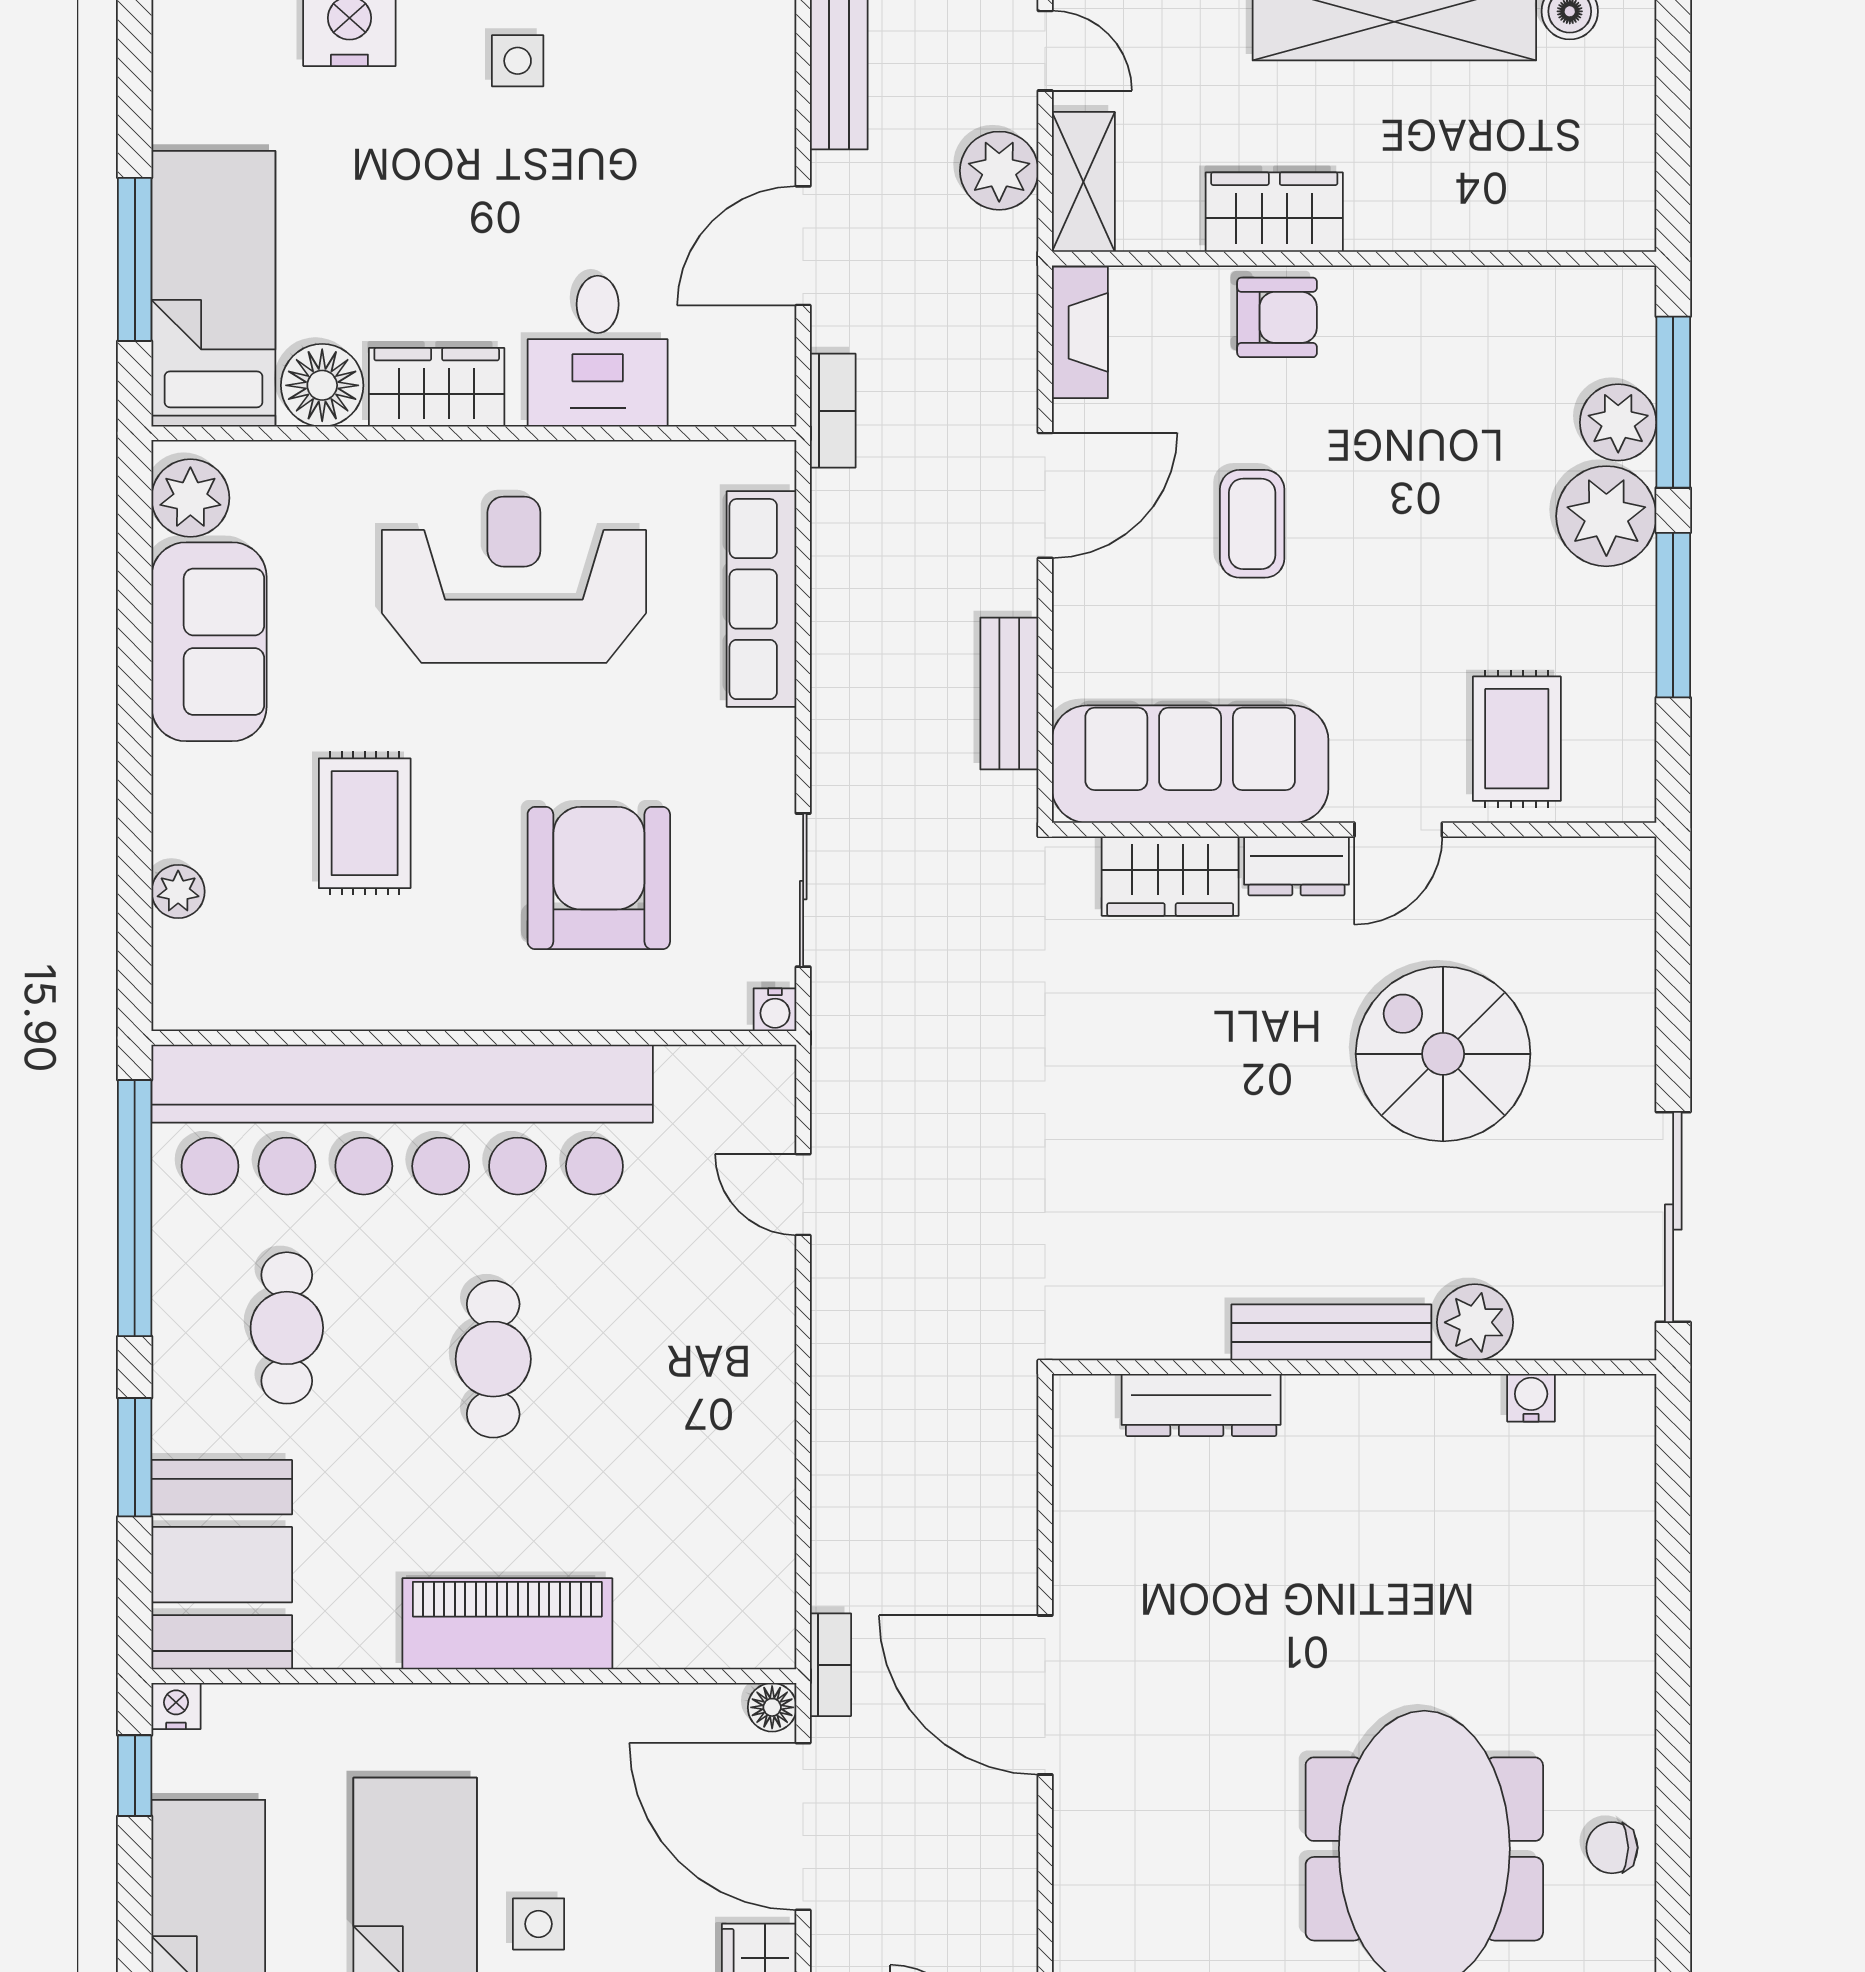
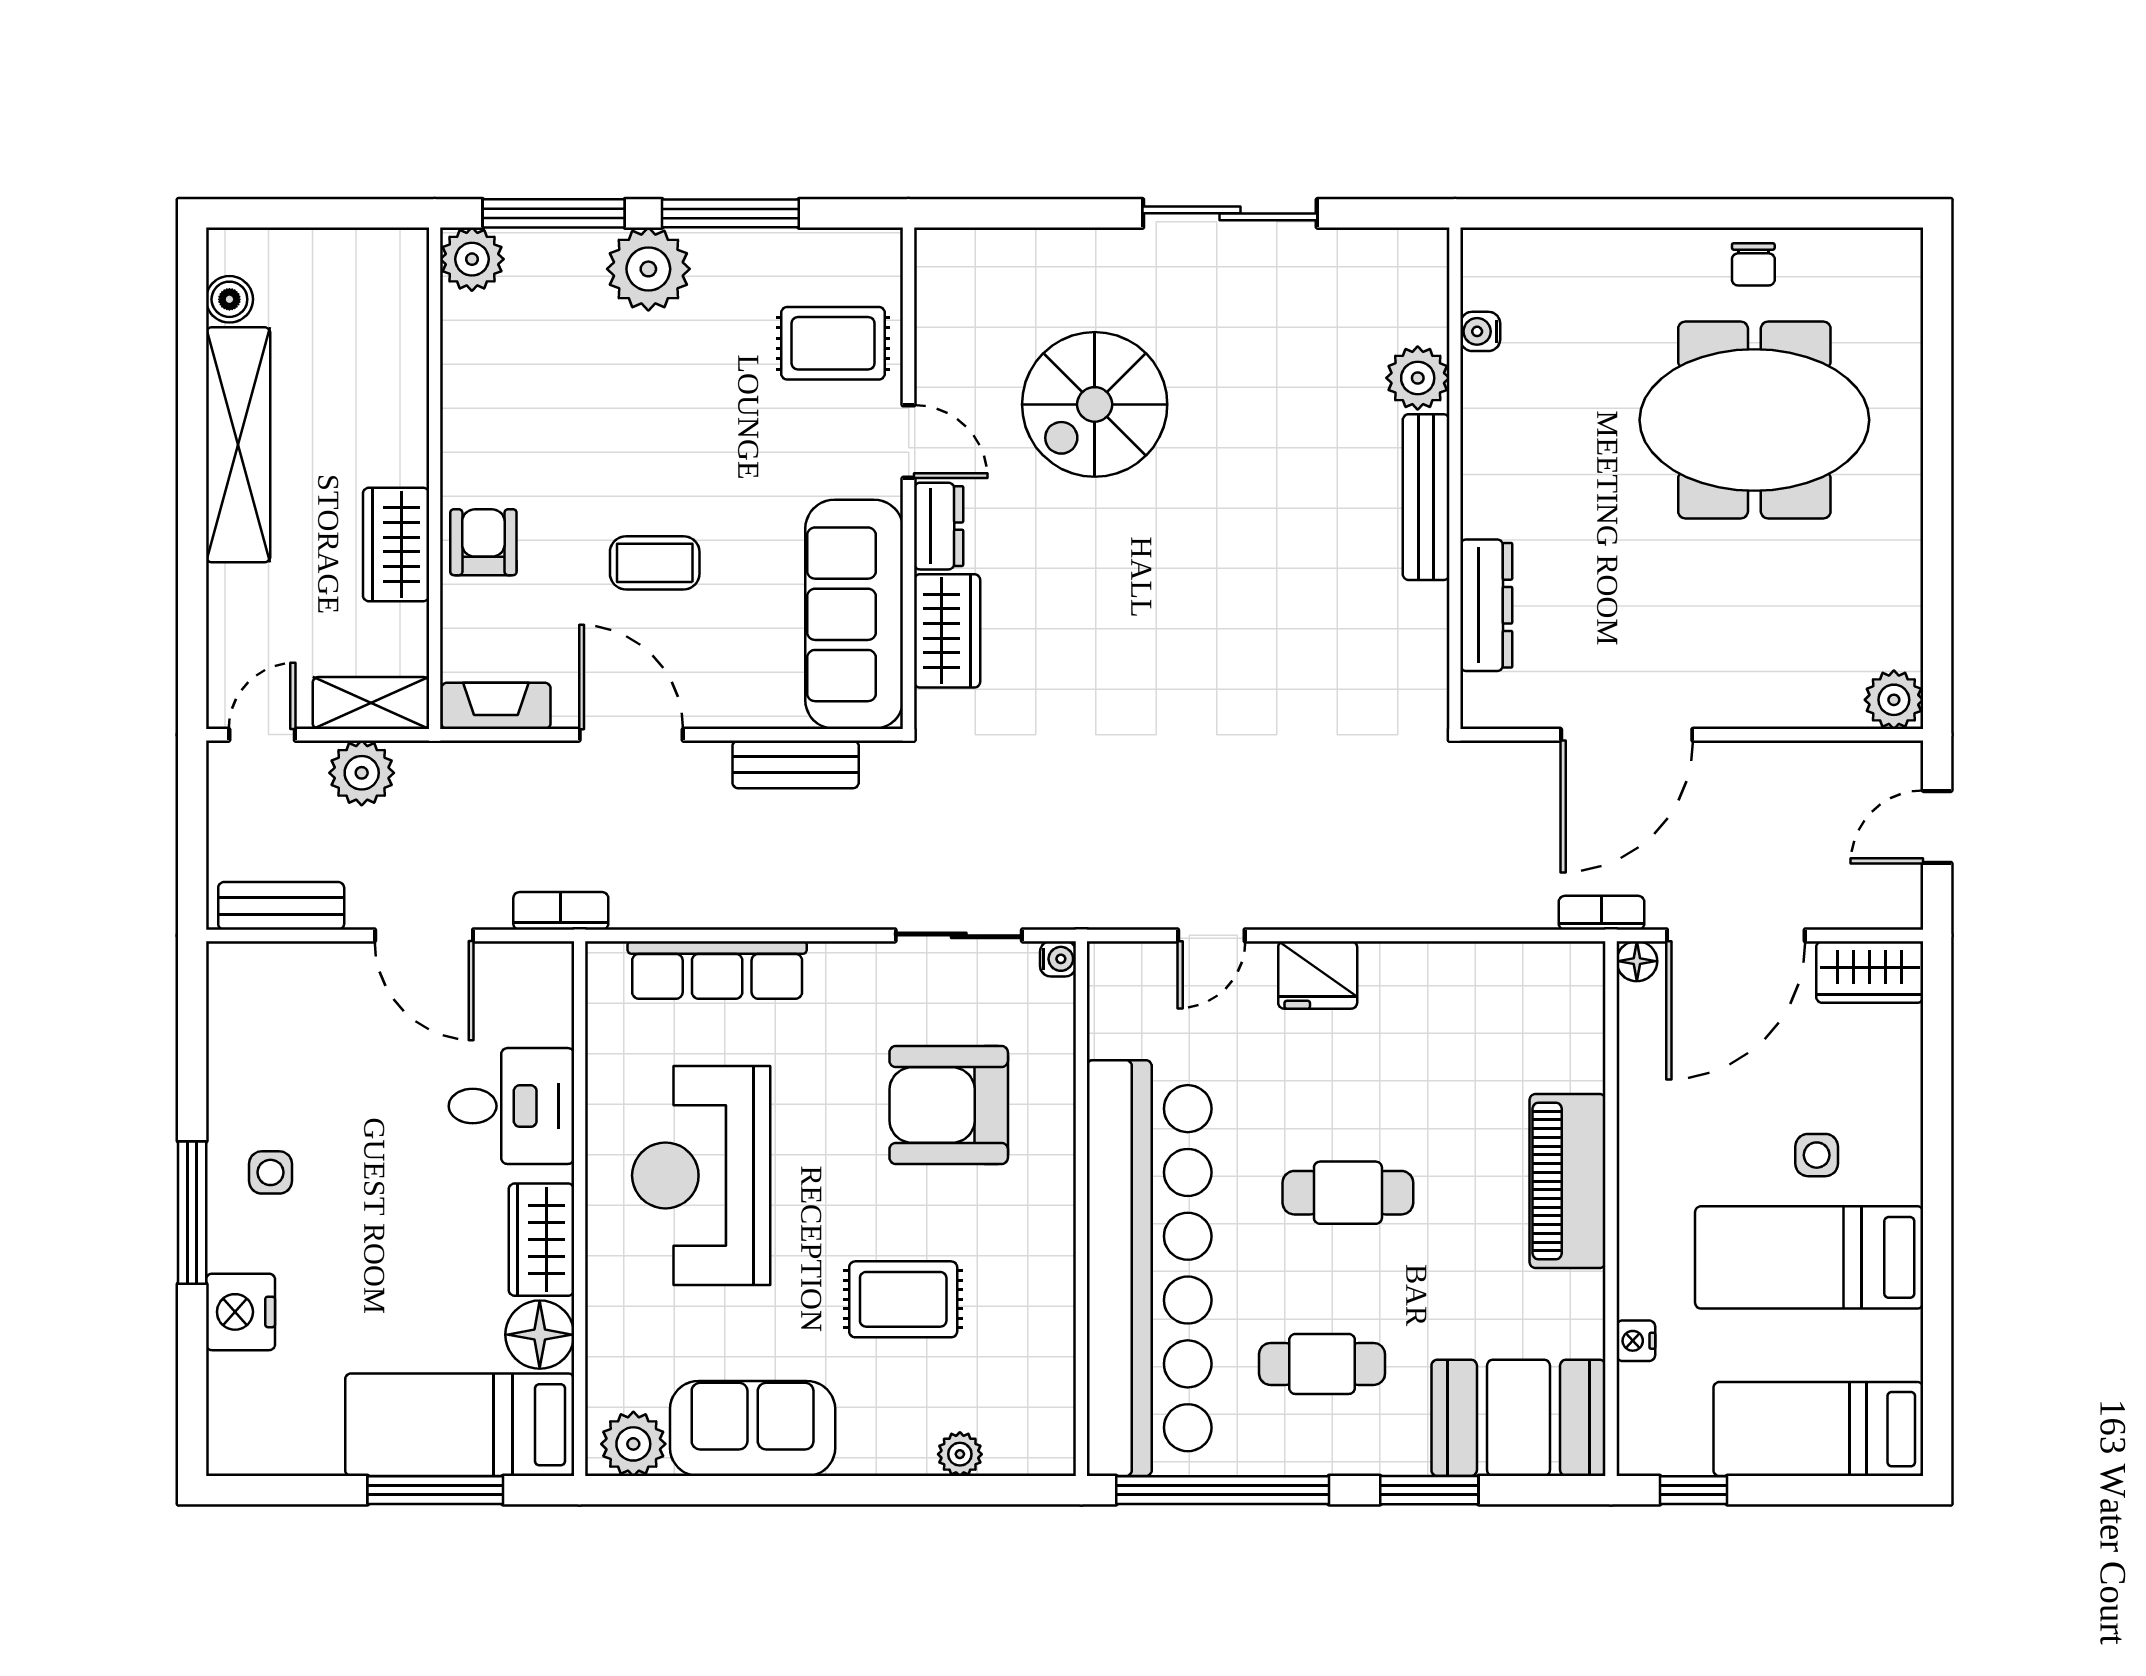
plant: (1618, 422) -> (472, 259), moved
plant: (1475, 1322) -> (1418, 378), moved
fridge: (756, 1323) -> (1318, 975), added
bench: (1331, 1332) -> (1426, 497), moved
wall: (1354, 1367) -> (1455, 478), moved
water cooler: (1531, 1398) -> (1480, 331), moved
dresser: (1201, 1405) -> (1486, 605), moved
nightstand: (176, 1706) -> (1636, 1341), moved

